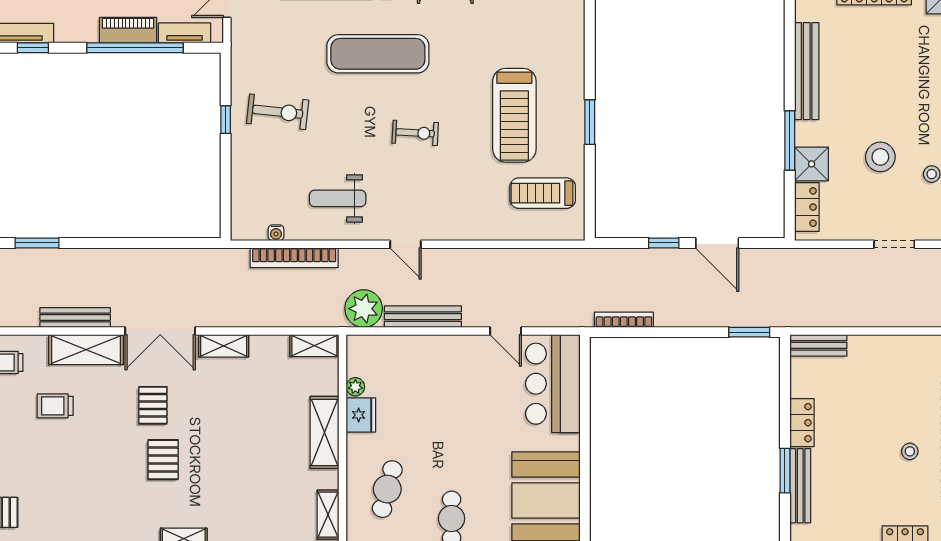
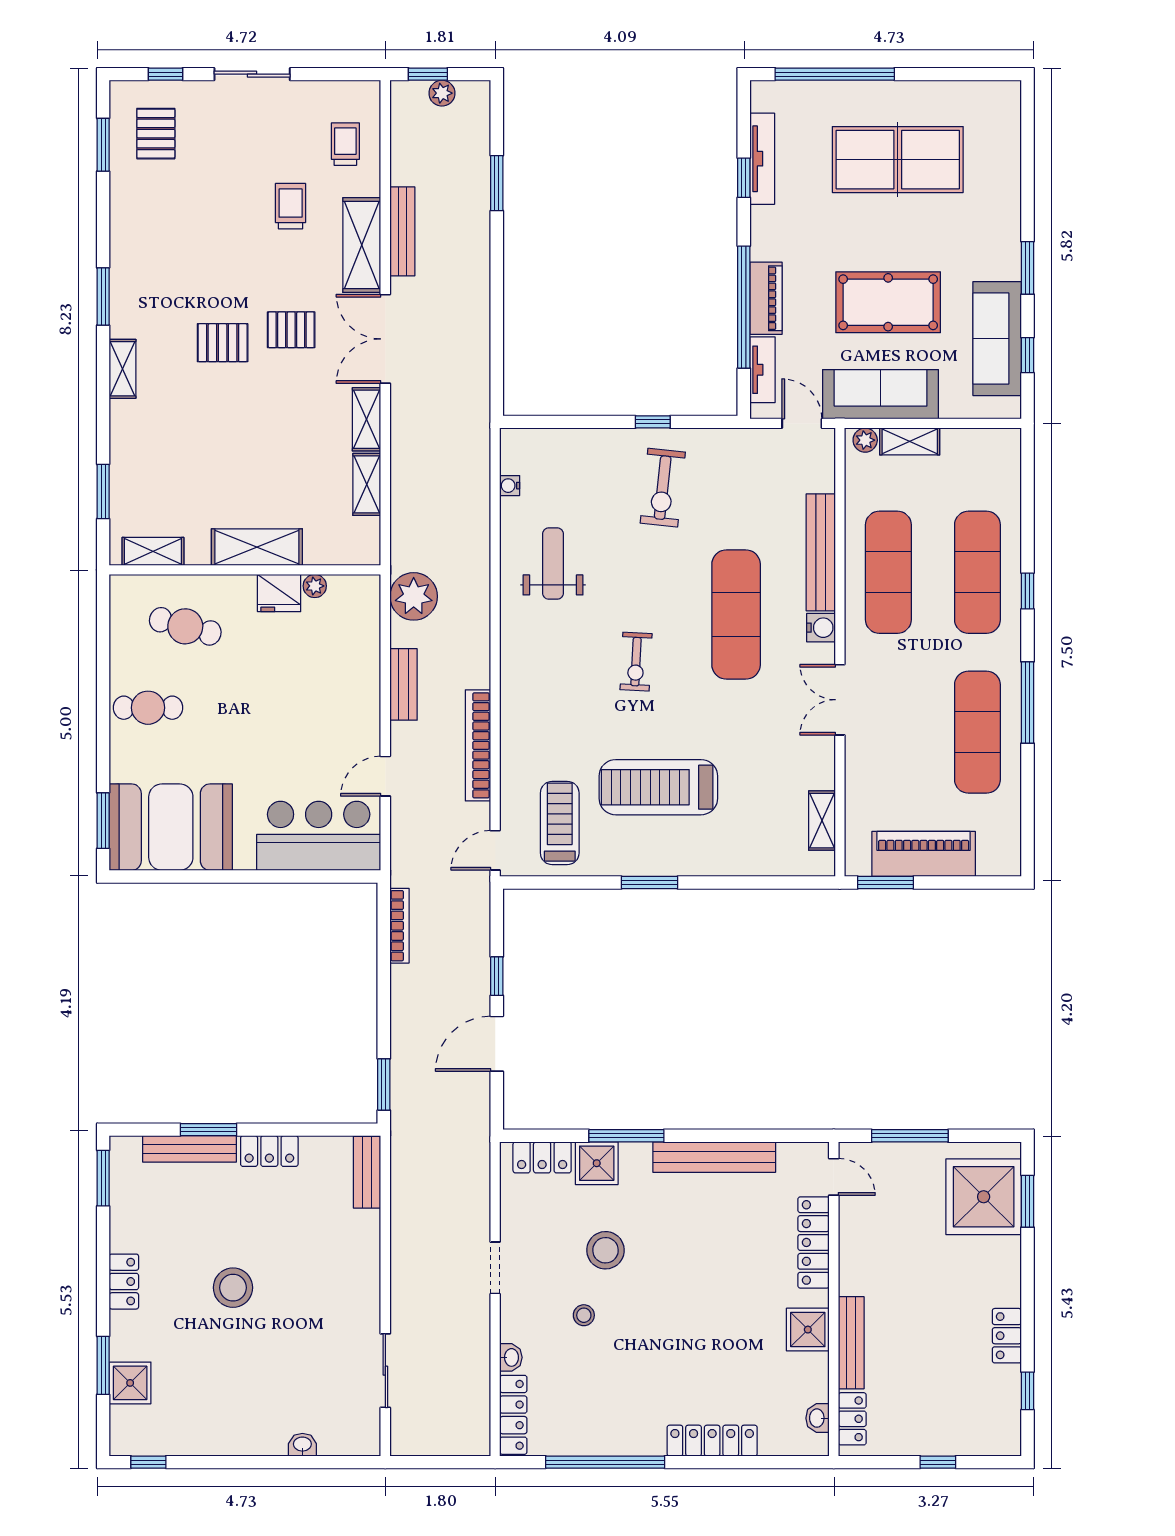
door: (406, 244) -> (495, 850), moved
bookcase: (294, 258) -> (478, 745), moved
bench: (423, 317) -> (404, 684), width x0.73
shelving: (314, 346) -> (367, 484), moved
stool: (910, 451) -> (233, 1288), width x1.89, depth x1.89

